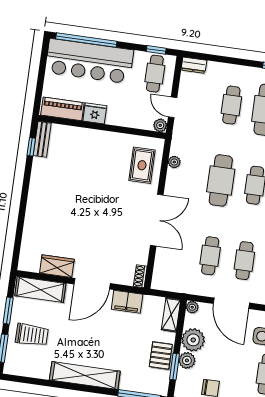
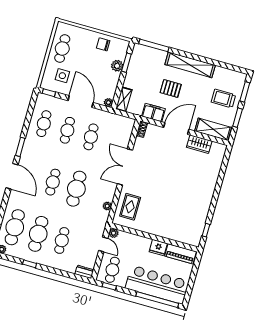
bench: (42, 139) -> (198, 234), removed
plant: (193, 340) -> (111, 80), removed
pallet: (161, 356) -> (171, 88), moved, turned 90

